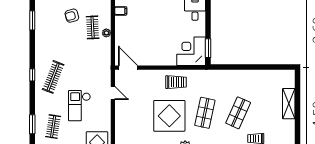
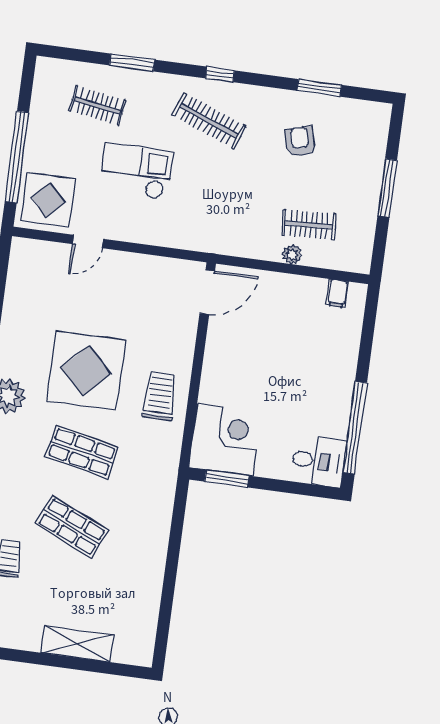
armchair: (72, 16) -> (300, 142), moved
window: (32, 20) -> (319, 88), moved
trolley: (176, 82) -> (160, 396), turned 180
door: (113, 93) -> (88, 241), moved
window: (32, 124) -> (132, 62), moved

